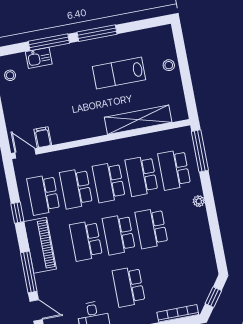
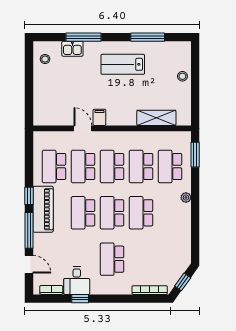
window: (97, 33) -> (148, 37), moved
lab bench: (119, 73) -> (123, 64), moved
shelving: (138, 120) -> (156, 118), width x0.68
filing cabinet: (43, 137) -> (99, 117), moved
window: (200, 151) -> (195, 155), width x0.69
door: (25, 153) -> (83, 128), moved
window: (17, 213) -> (29, 196), moved

